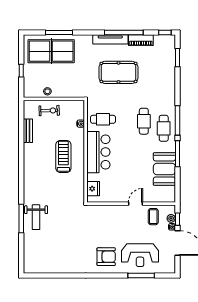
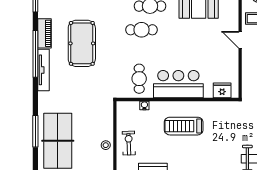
pool table: (118, 72) -> (82, 43), moved

